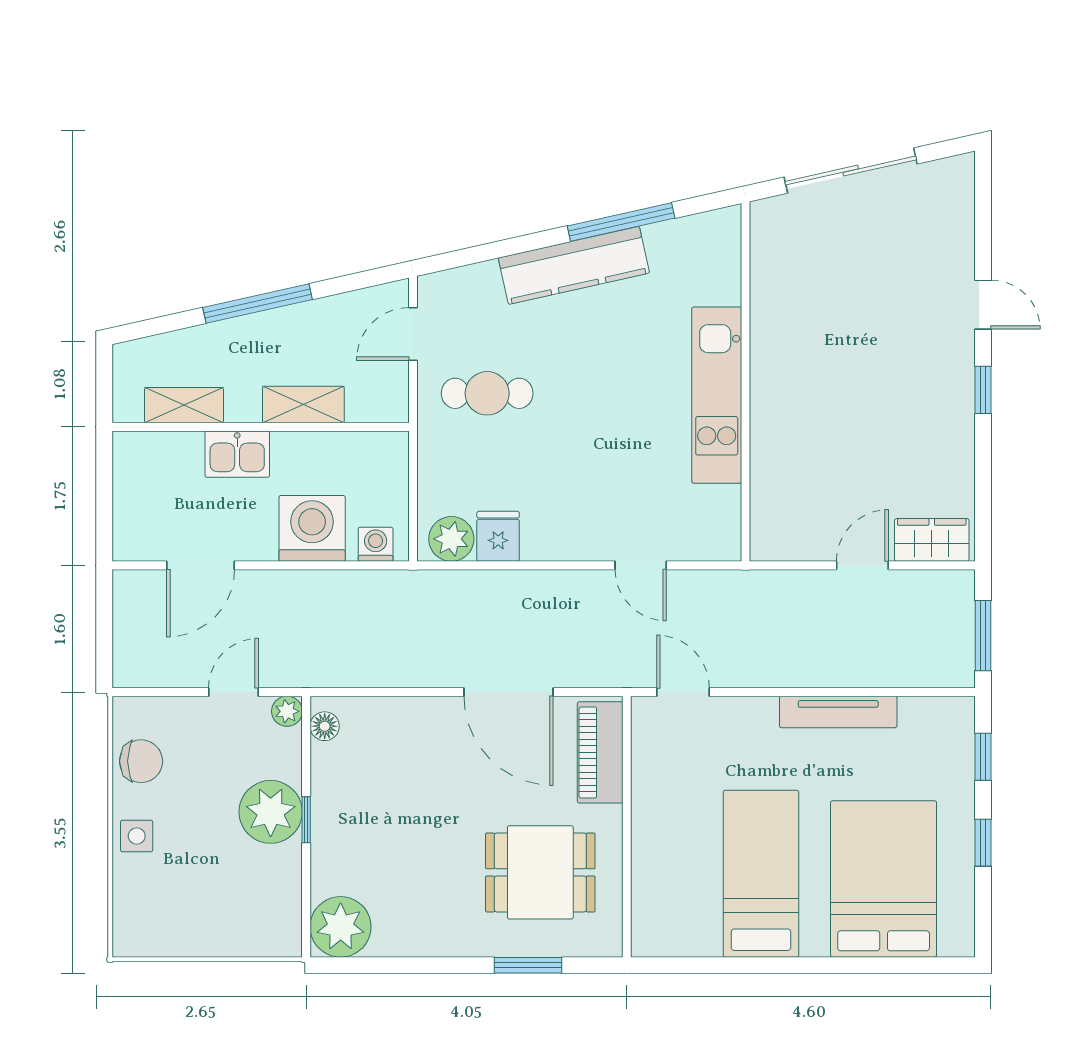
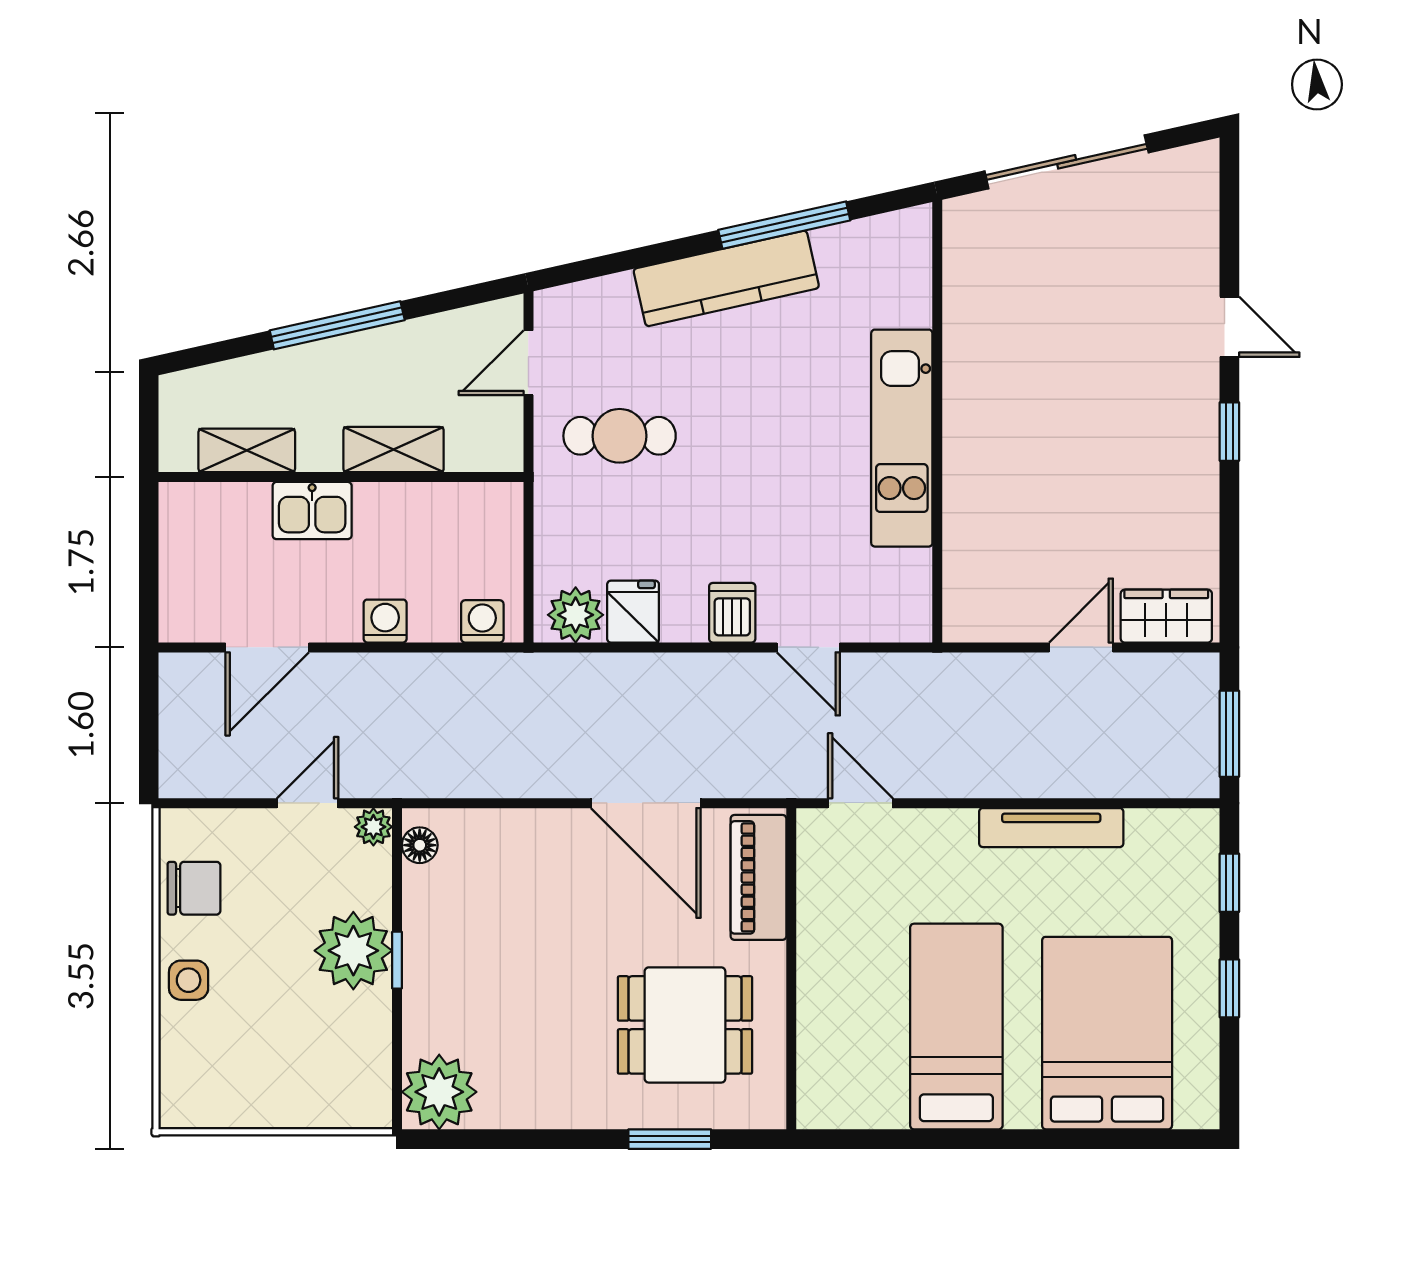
washing machine: (312, 528) -> (385, 621), width x0.53, depth x0.53
dishwasher: (579, 537) -> (732, 613), added

